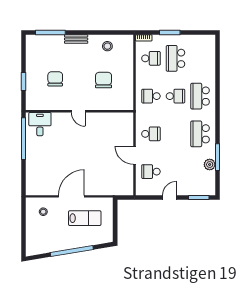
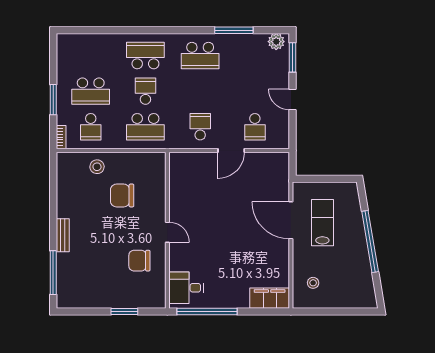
stool: (107, 46) -> (97, 167), moved
school desk: (151, 58) -> (91, 127), turned 180
chair: (55, 79) -> (139, 261), moved
school desk: (151, 96) -> (145, 127), width x1.85
school desk: (200, 96) -> (145, 56), turned 180
door: (78, 111) -> (167, 232), hinge flipped
plant: (210, 165) -> (276, 42), moved
filing cabinet: (33, 182) -> (270, 298), added
door: (71, 196) -> (291, 220), moved

